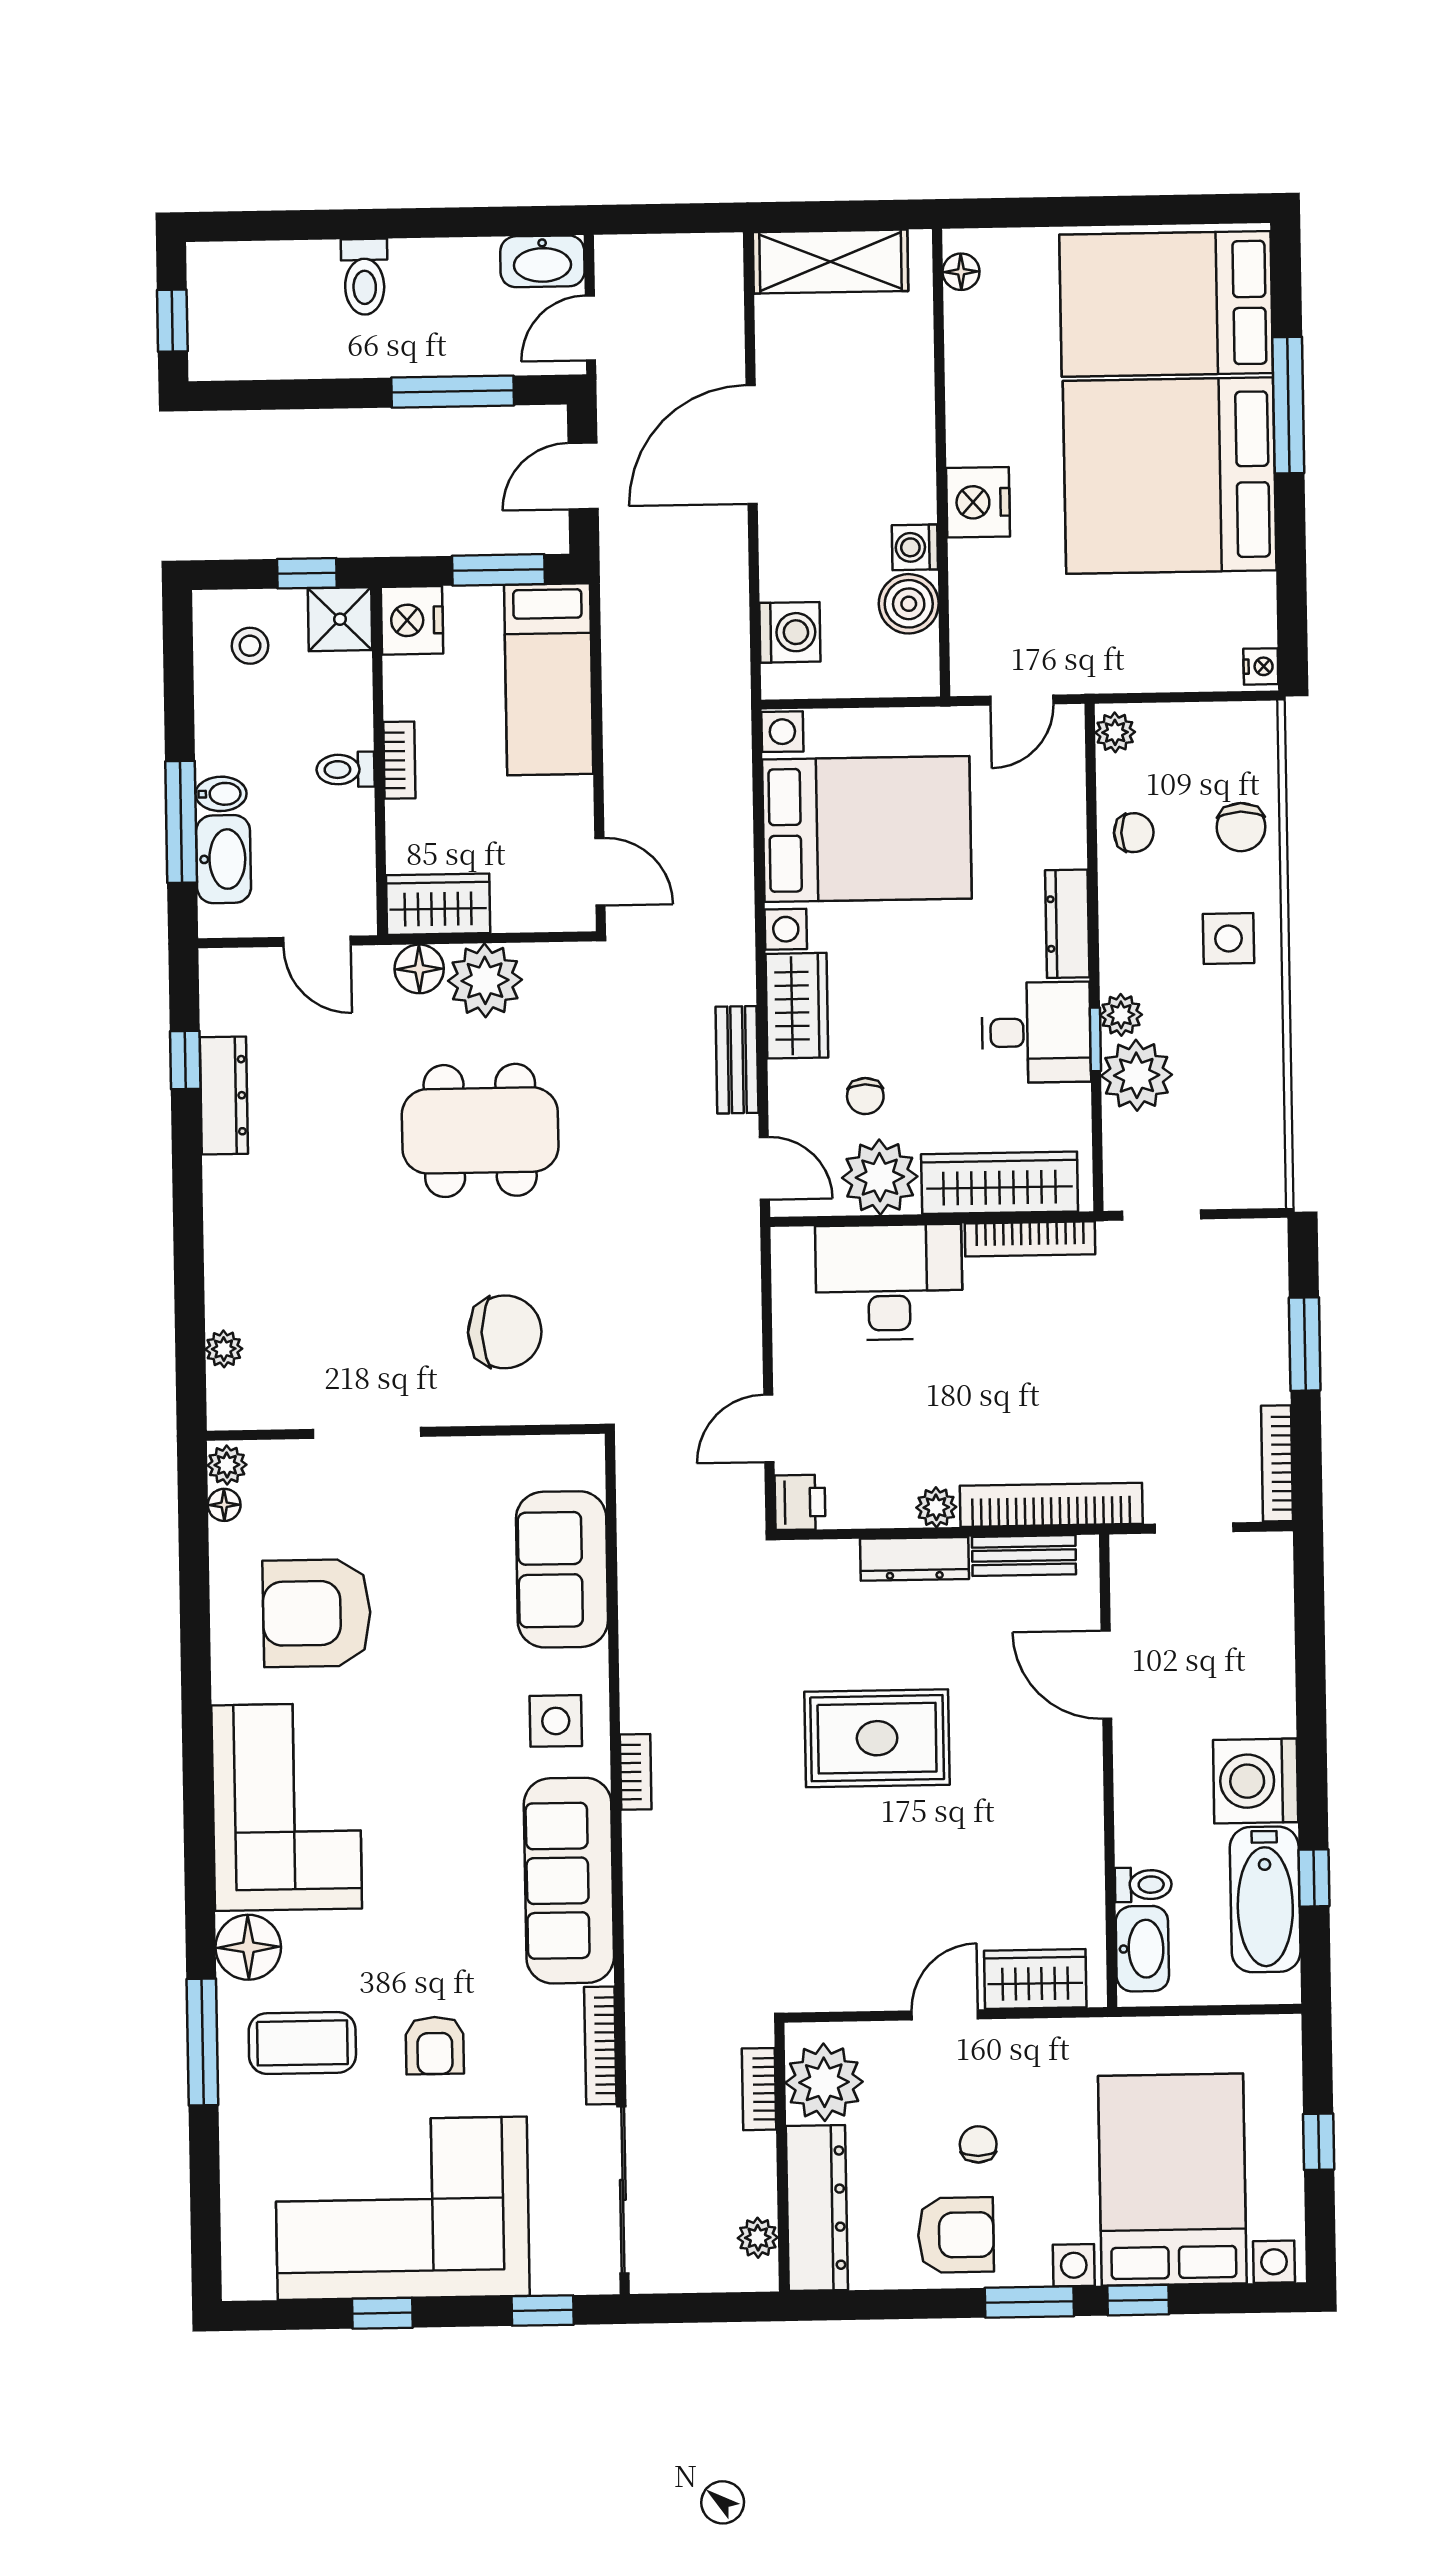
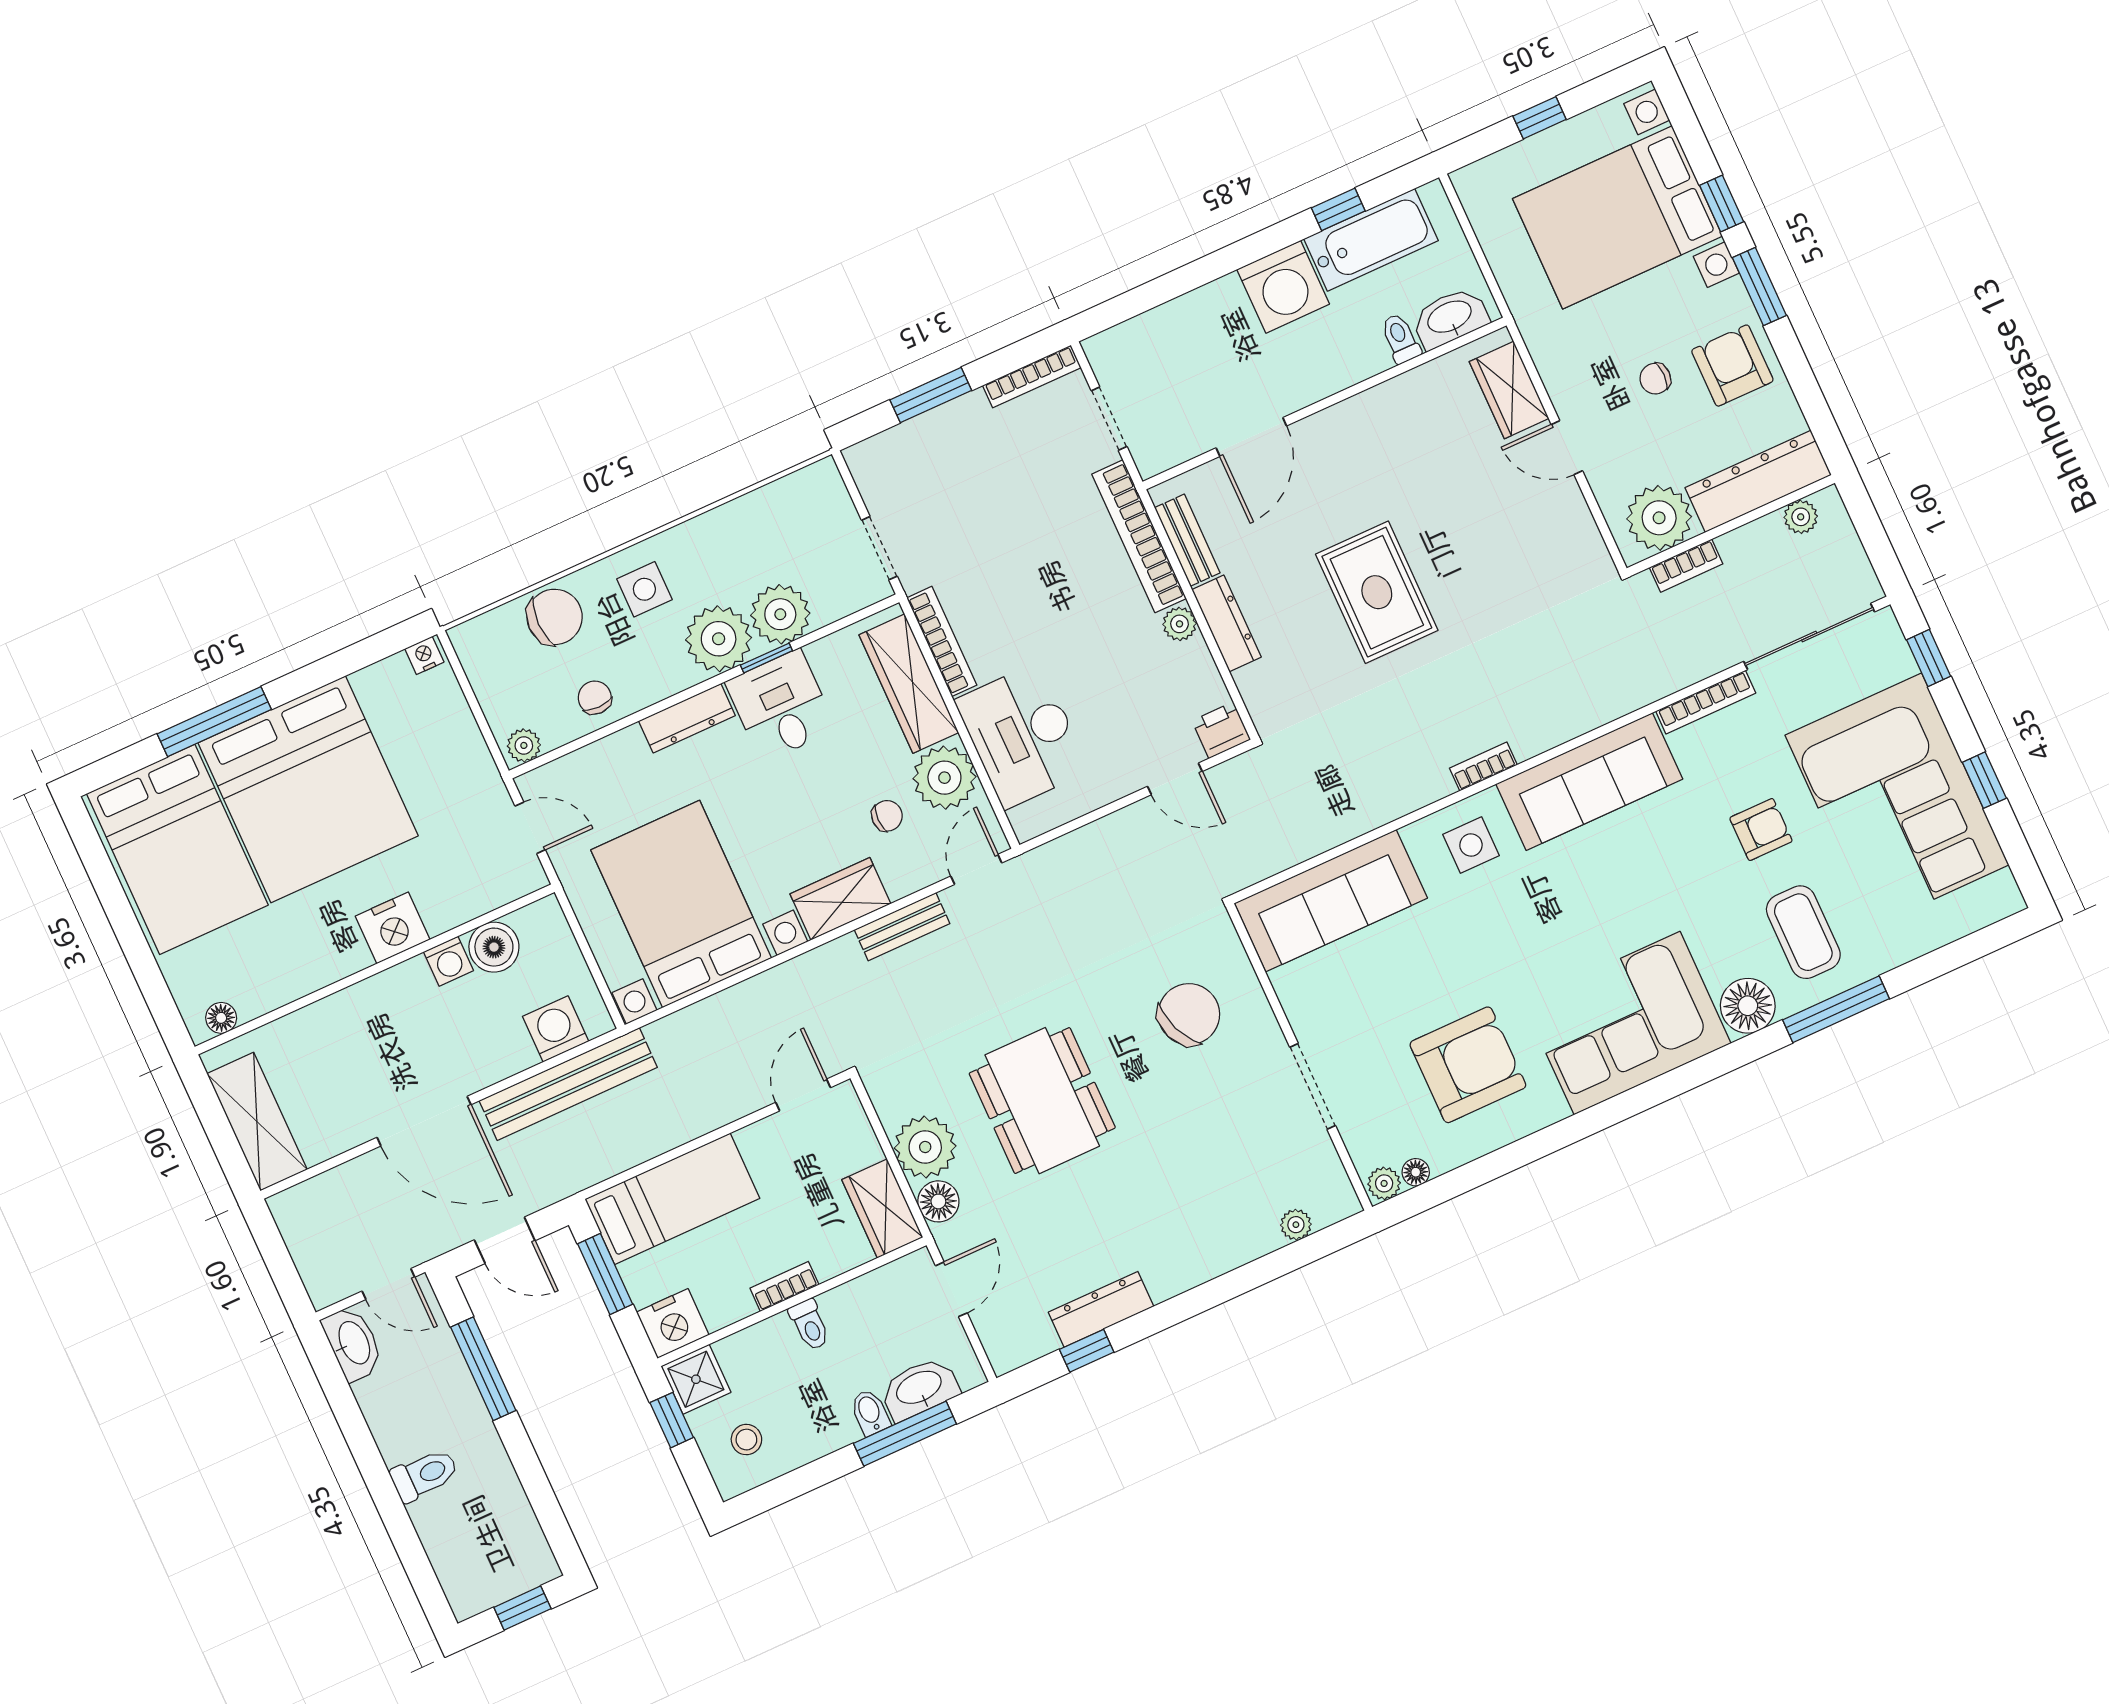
bench: (724, 620) -> (568, 1084), added
chair: (1241, 827) -> (555, 617), width x1.37, depth x1.37
plant: (1121, 1015) -> (719, 639), width x1.88, depth x1.88
chair: (505, 1332) -> (1189, 1014), turned 68
sofa: (562, 1569) -> (1331, 901), width x1.36
armchair: (317, 1613) -> (1468, 1065), turned -90

